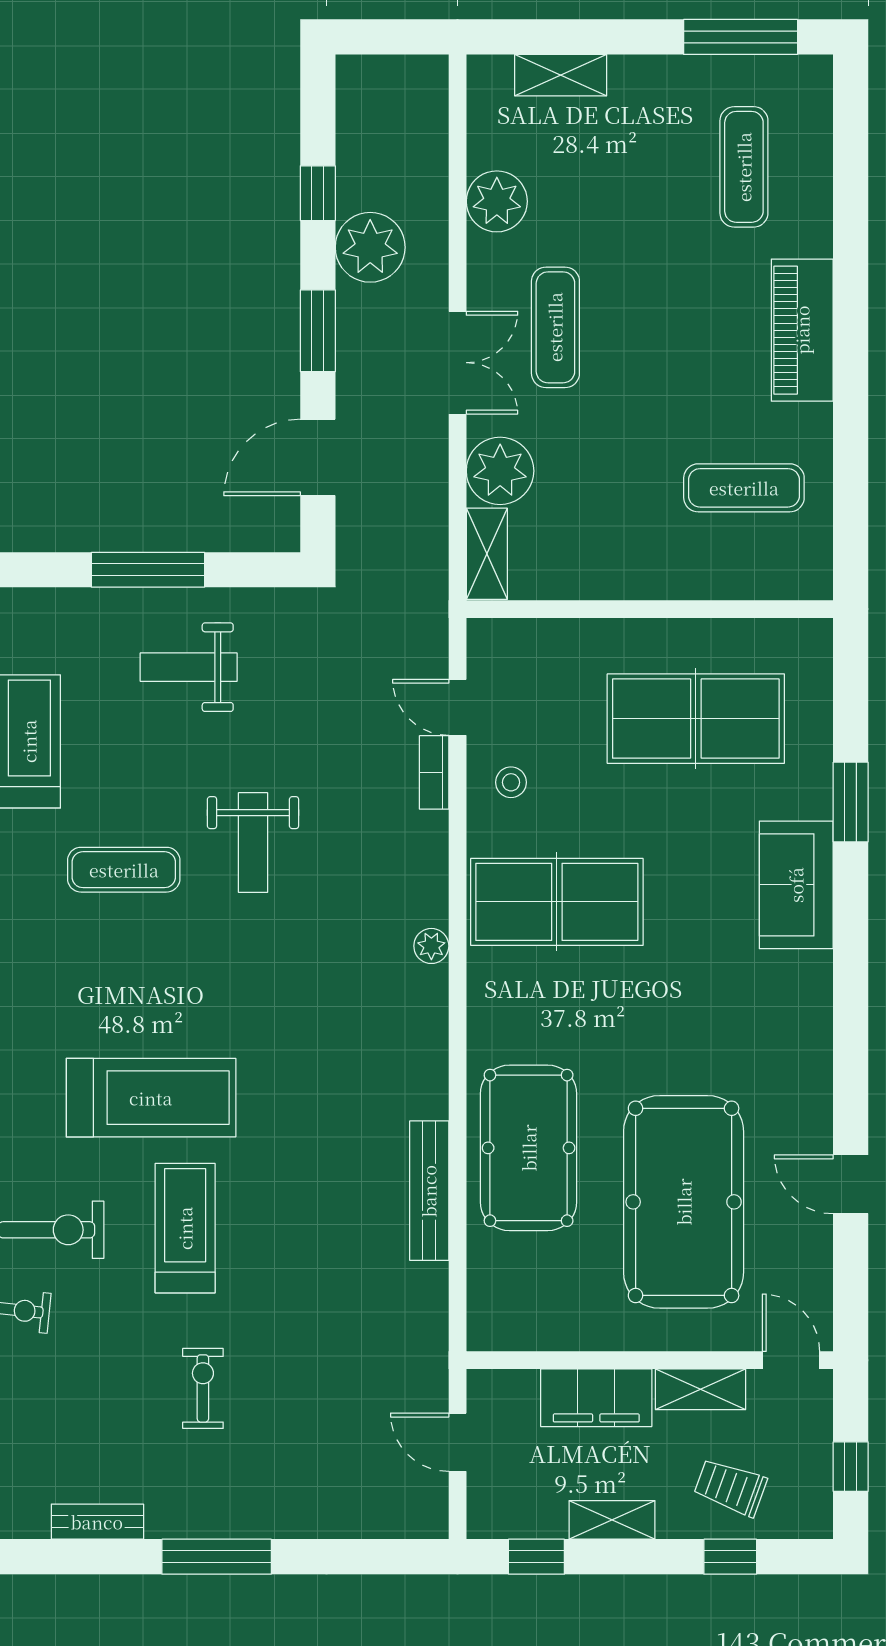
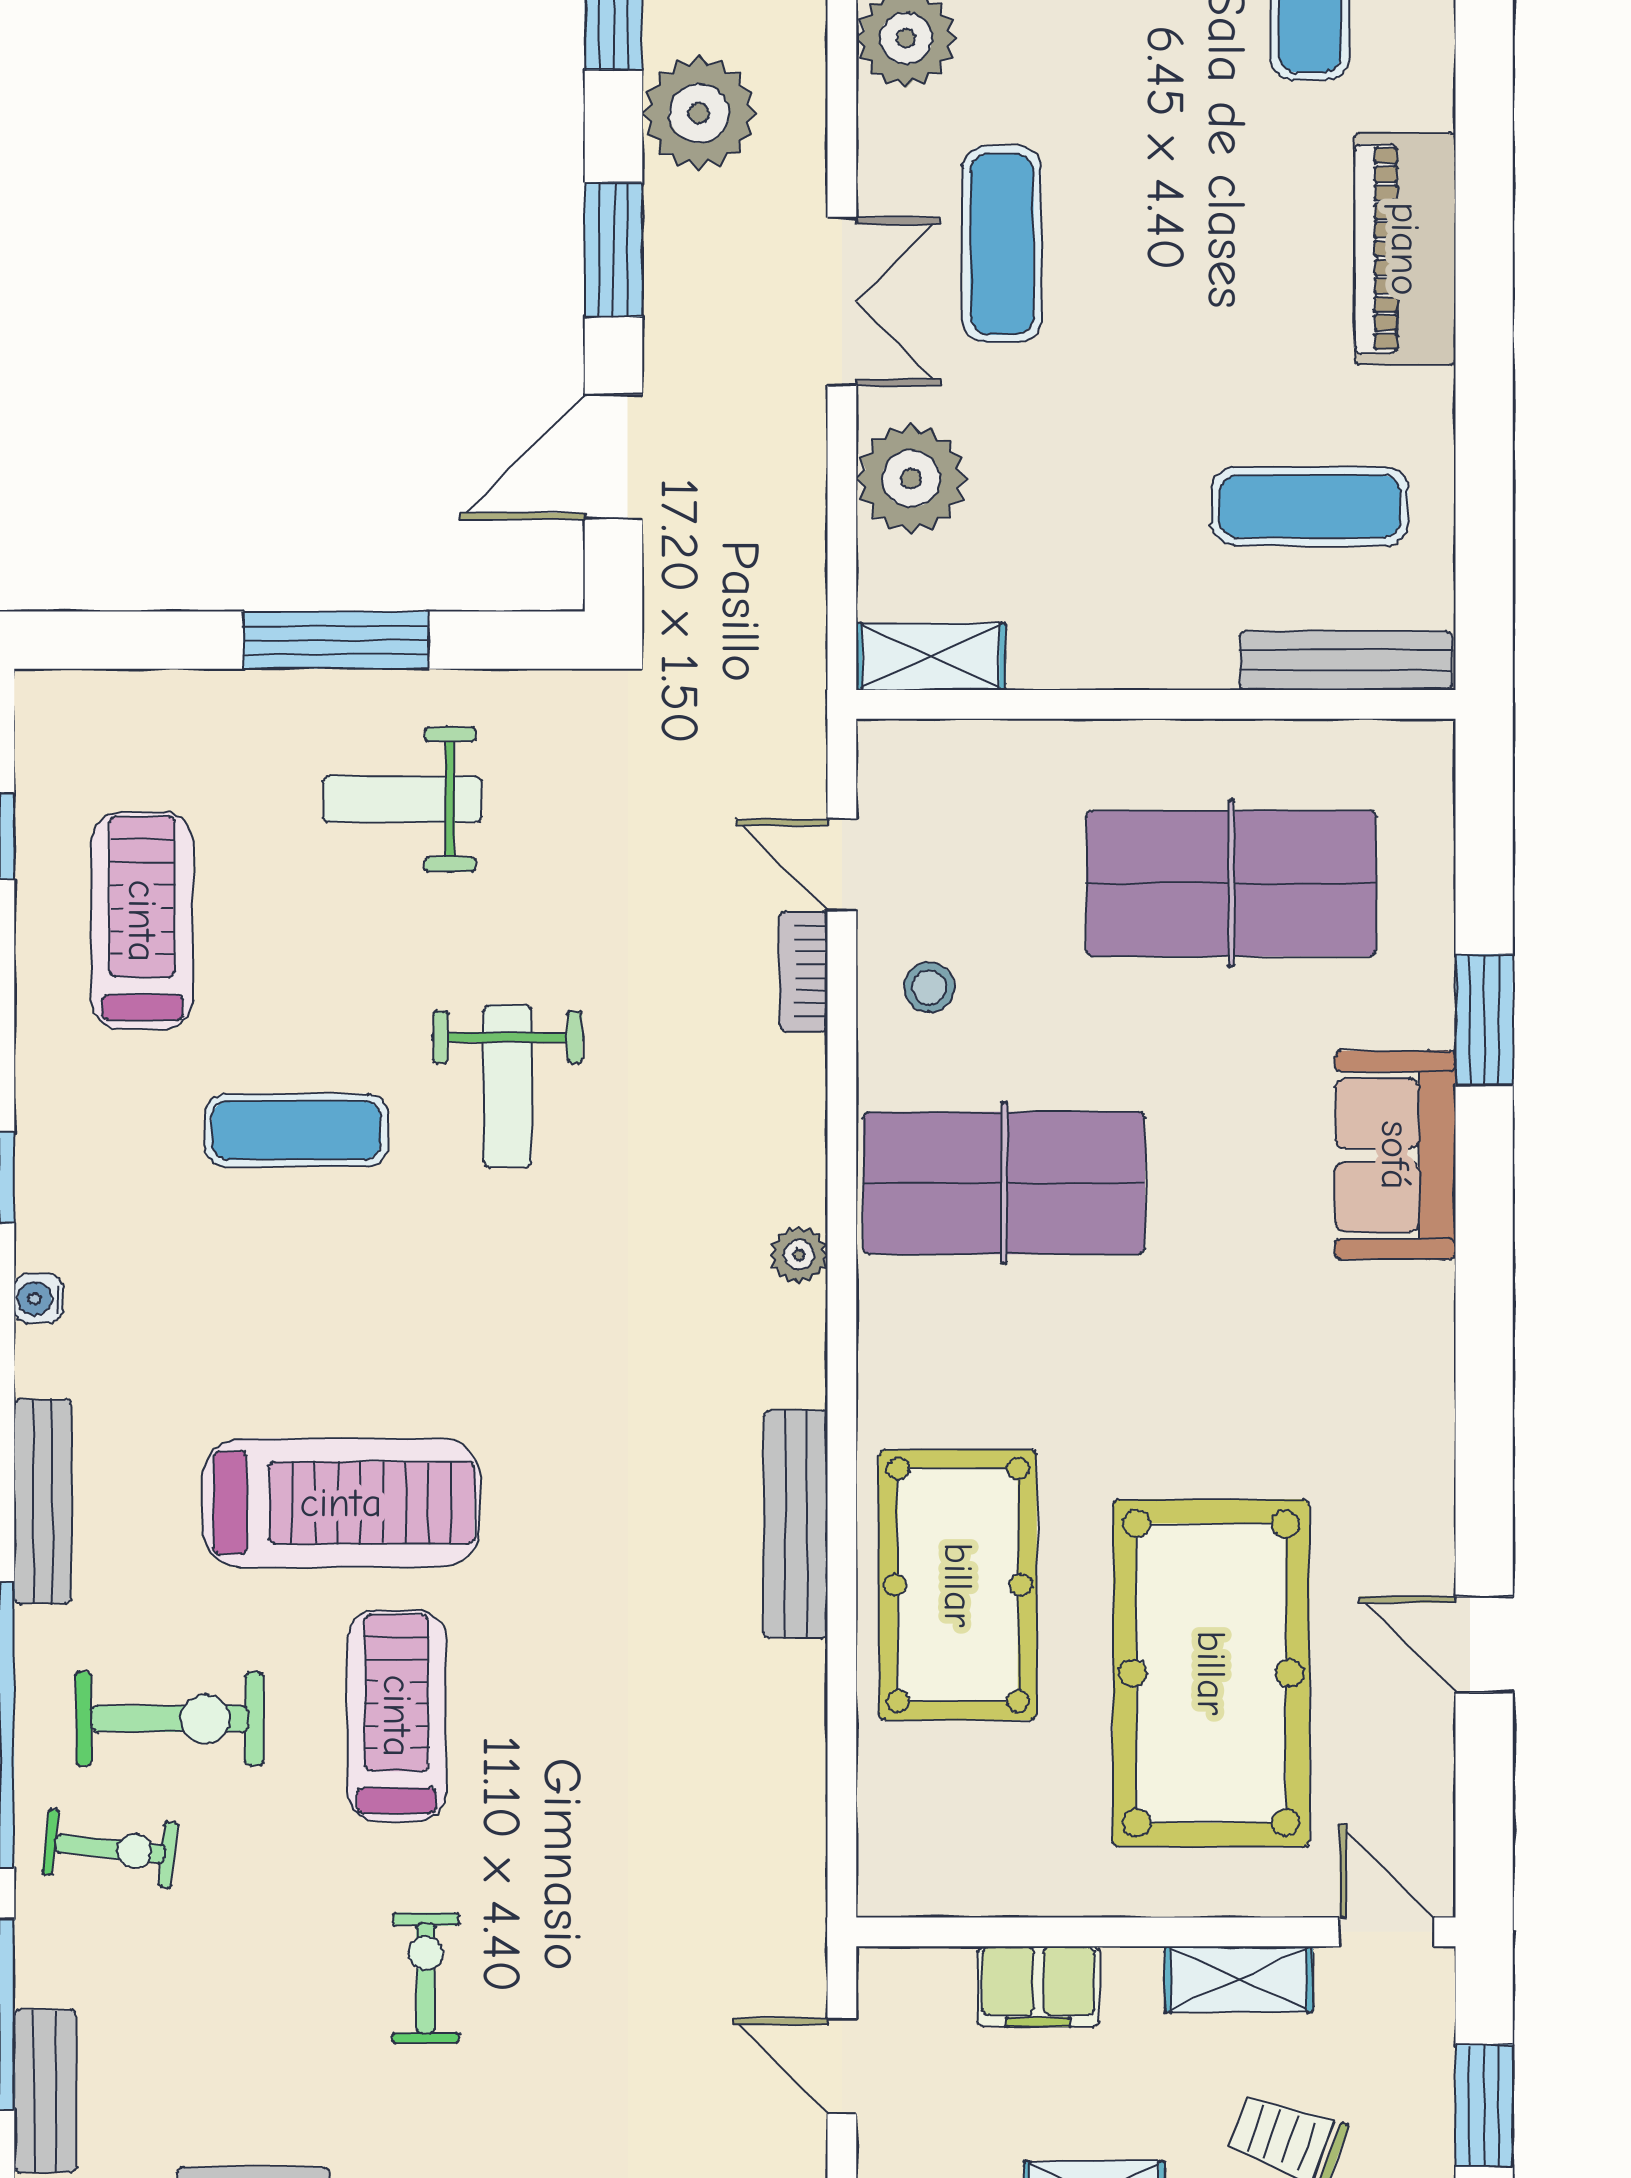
shelving: (487, 554) -> (931, 657), moved, turned 90
bench: (766, 582) -> (1346, 660), added
bench: (429, 1191) -> (796, 1524), moved
filing cabinet: (596, 1398) -> (1038, 1986), width x0.67, depth x0.86
window: (851, 1467) -> (1484, 2106), width x1.50

